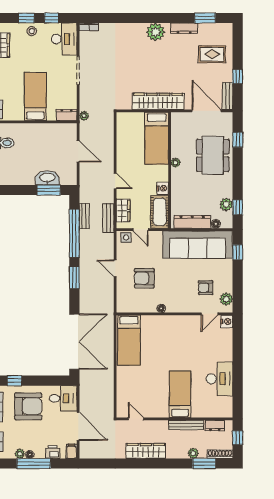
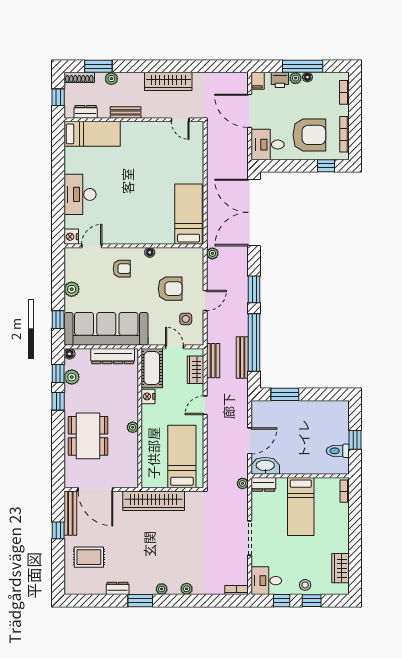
window: (205, 18) -> (140, 601), moved
plant: (131, 28) -> (187, 589), added
dresser: (184, 28) -> (118, 588), width x0.70
plant: (156, 32) -> (162, 589), width x0.53, depth x0.53
desk: (64, 39) -> (266, 581), width x0.73
bench: (227, 96) -> (70, 513), width x1.36
bed: (157, 138) -> (182, 457), moved
window: (238, 140) -> (58, 401), moved
door: (78, 151) -> (250, 441), swing flipped
washbasin: (47, 178) -> (265, 466), moved, turned 180
door: (115, 181) -> (205, 405), hinge flipped
bench: (84, 216) -> (242, 357), width x1.36
floor lamp: (216, 224) -> (69, 354), moved
side table: (126, 237) -> (186, 319), moved
door: (115, 268) -> (205, 300), hinge flipped
armchair: (206, 288) -> (122, 269), moved
plant: (226, 299) -> (72, 289), moved
plant: (109, 308) -> (212, 253), added
desk: (219, 379) -> (80, 194), moved
bed: (180, 394) -> (92, 134), moved, turned -90
armchair: (28, 406) -> (309, 135), turned 180
bench: (186, 425) -> (126, 112), width x0.73
plant: (20, 454) -> (295, 78), moved

